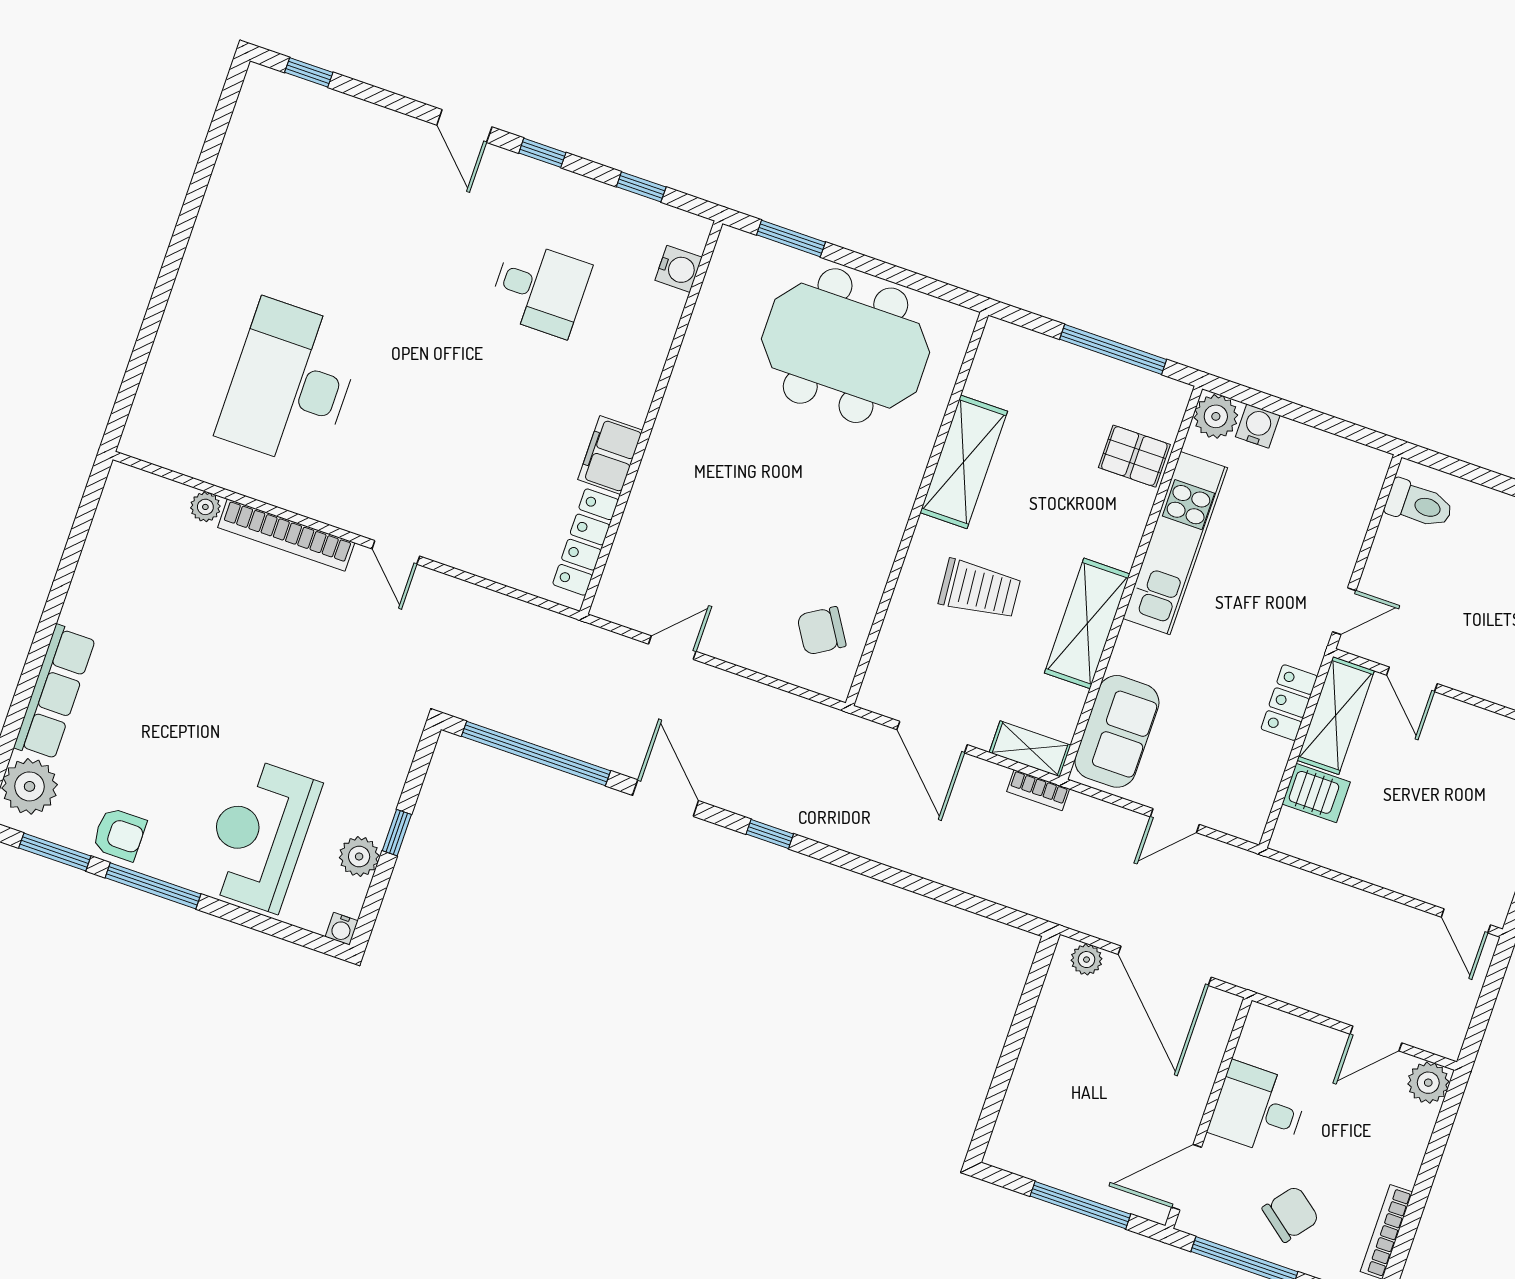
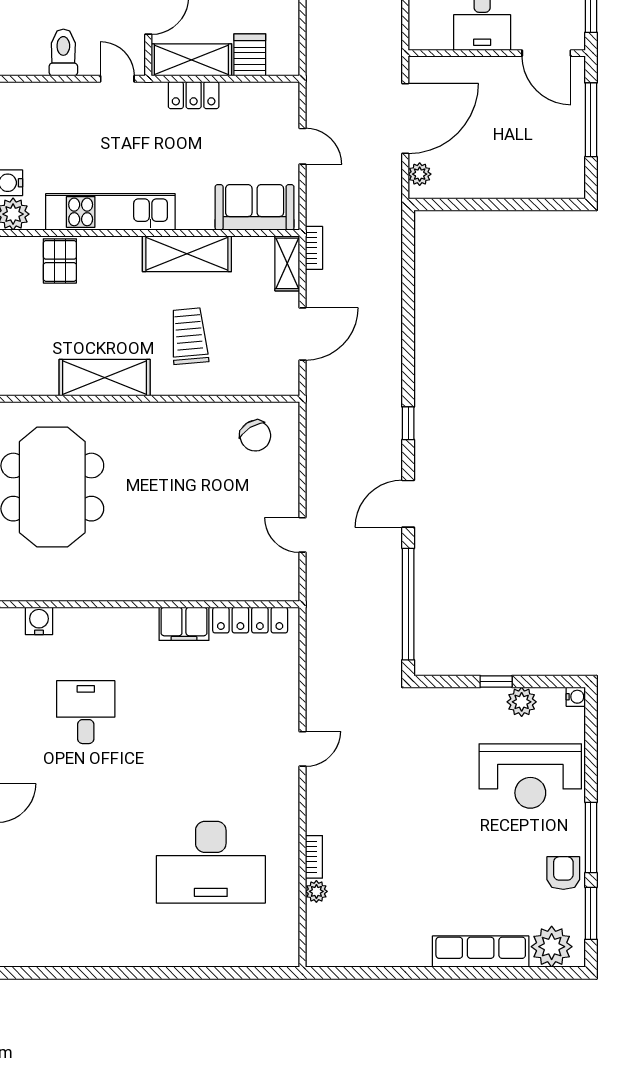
toilet: (1419, 504) -> (63, 53), moved
bookcase: (286, 535) -> (314, 857), width x0.43, depth x0.76

